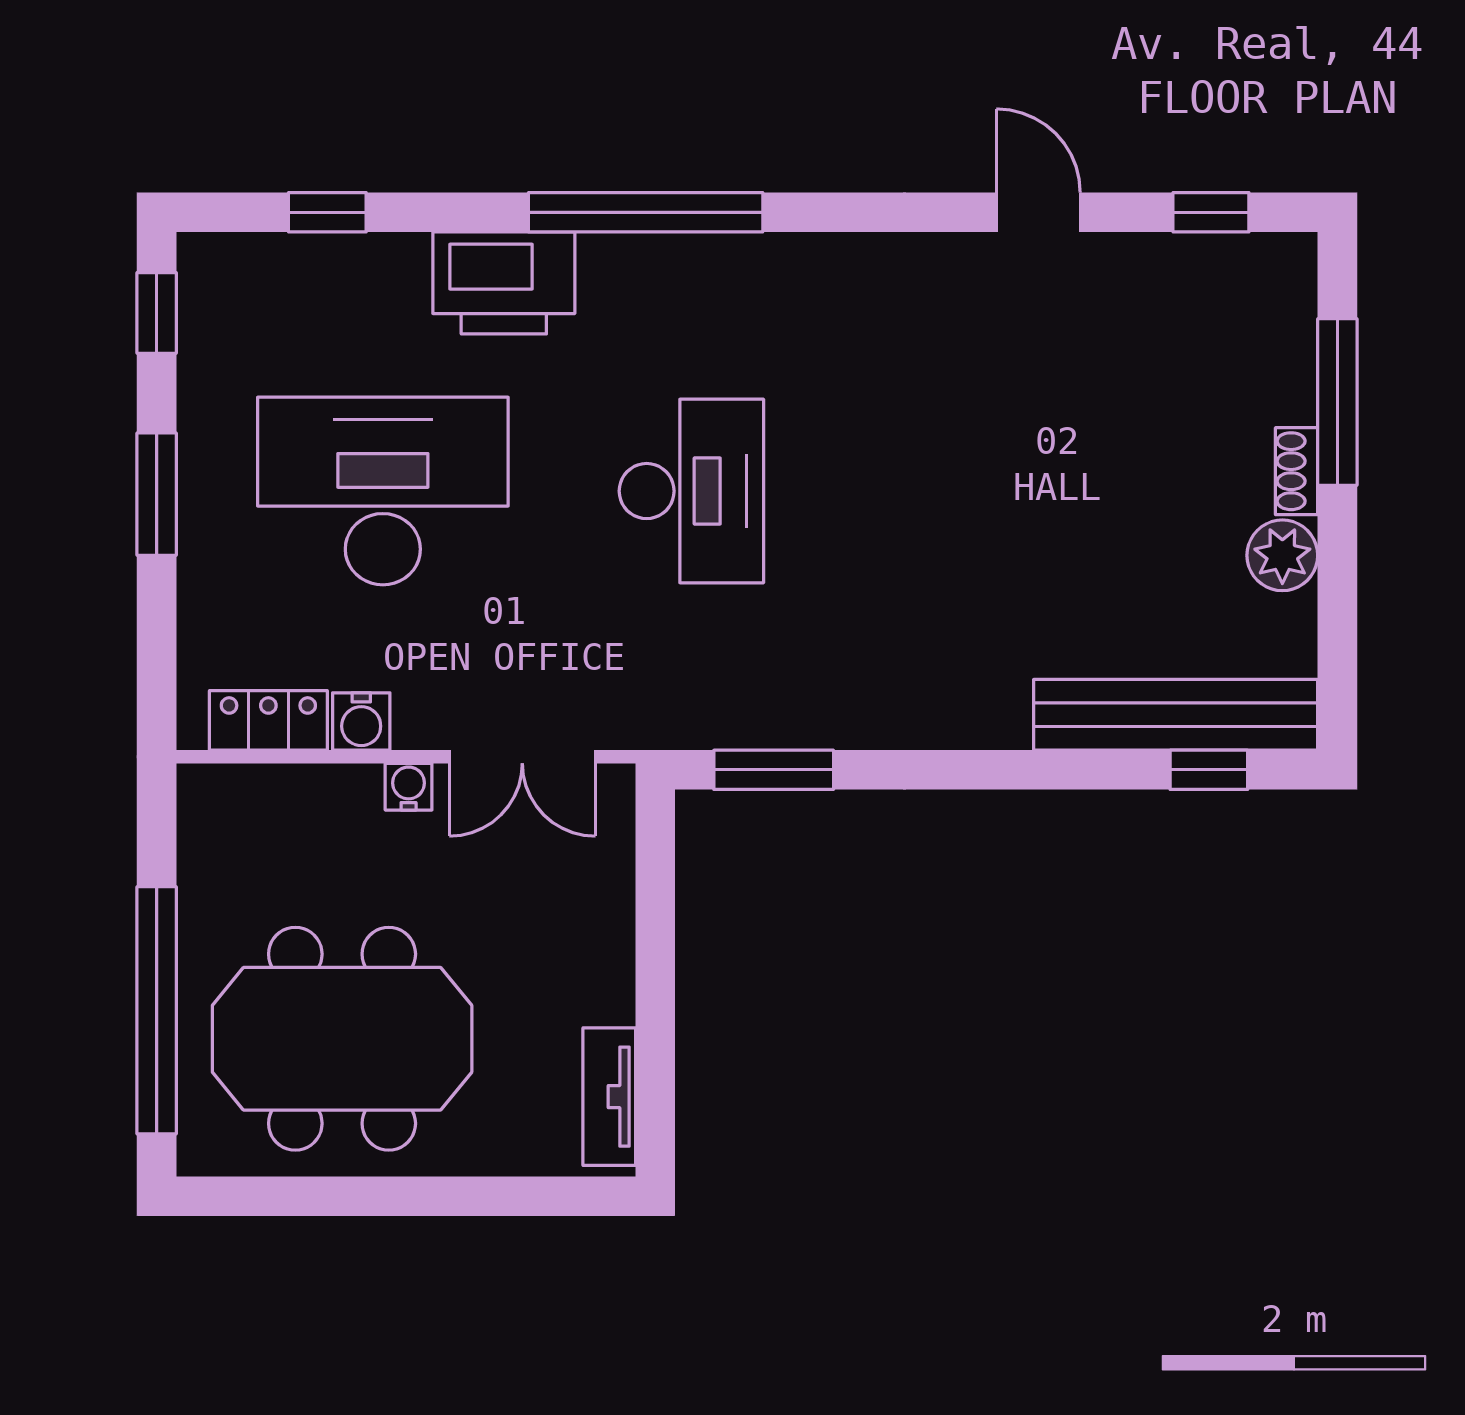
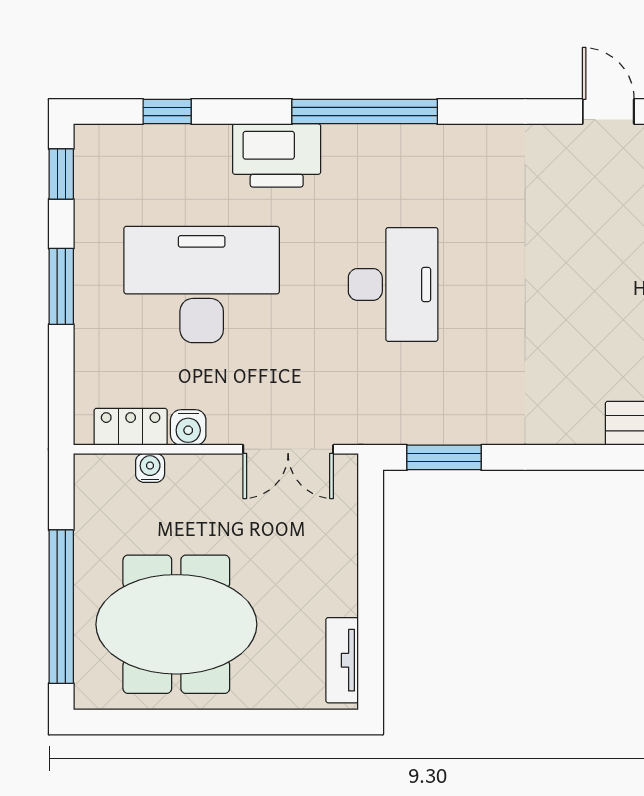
water cooler: (409, 787) -> (150, 468), moved

